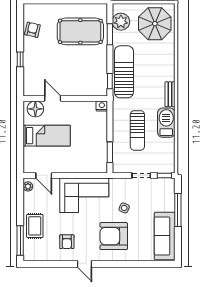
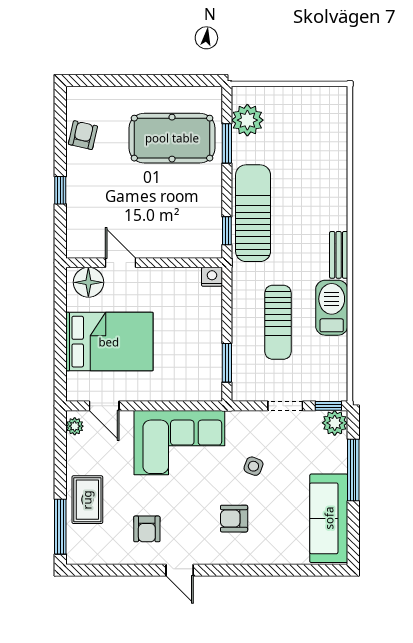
parasol: (155, 24) -> (311, 124), removed
bed: (47, 136) -> (109, 342), width x1.50
plant: (168, 185) -> (335, 423), added
armchair: (114, 236) -> (234, 519), width x0.53, depth x0.53

